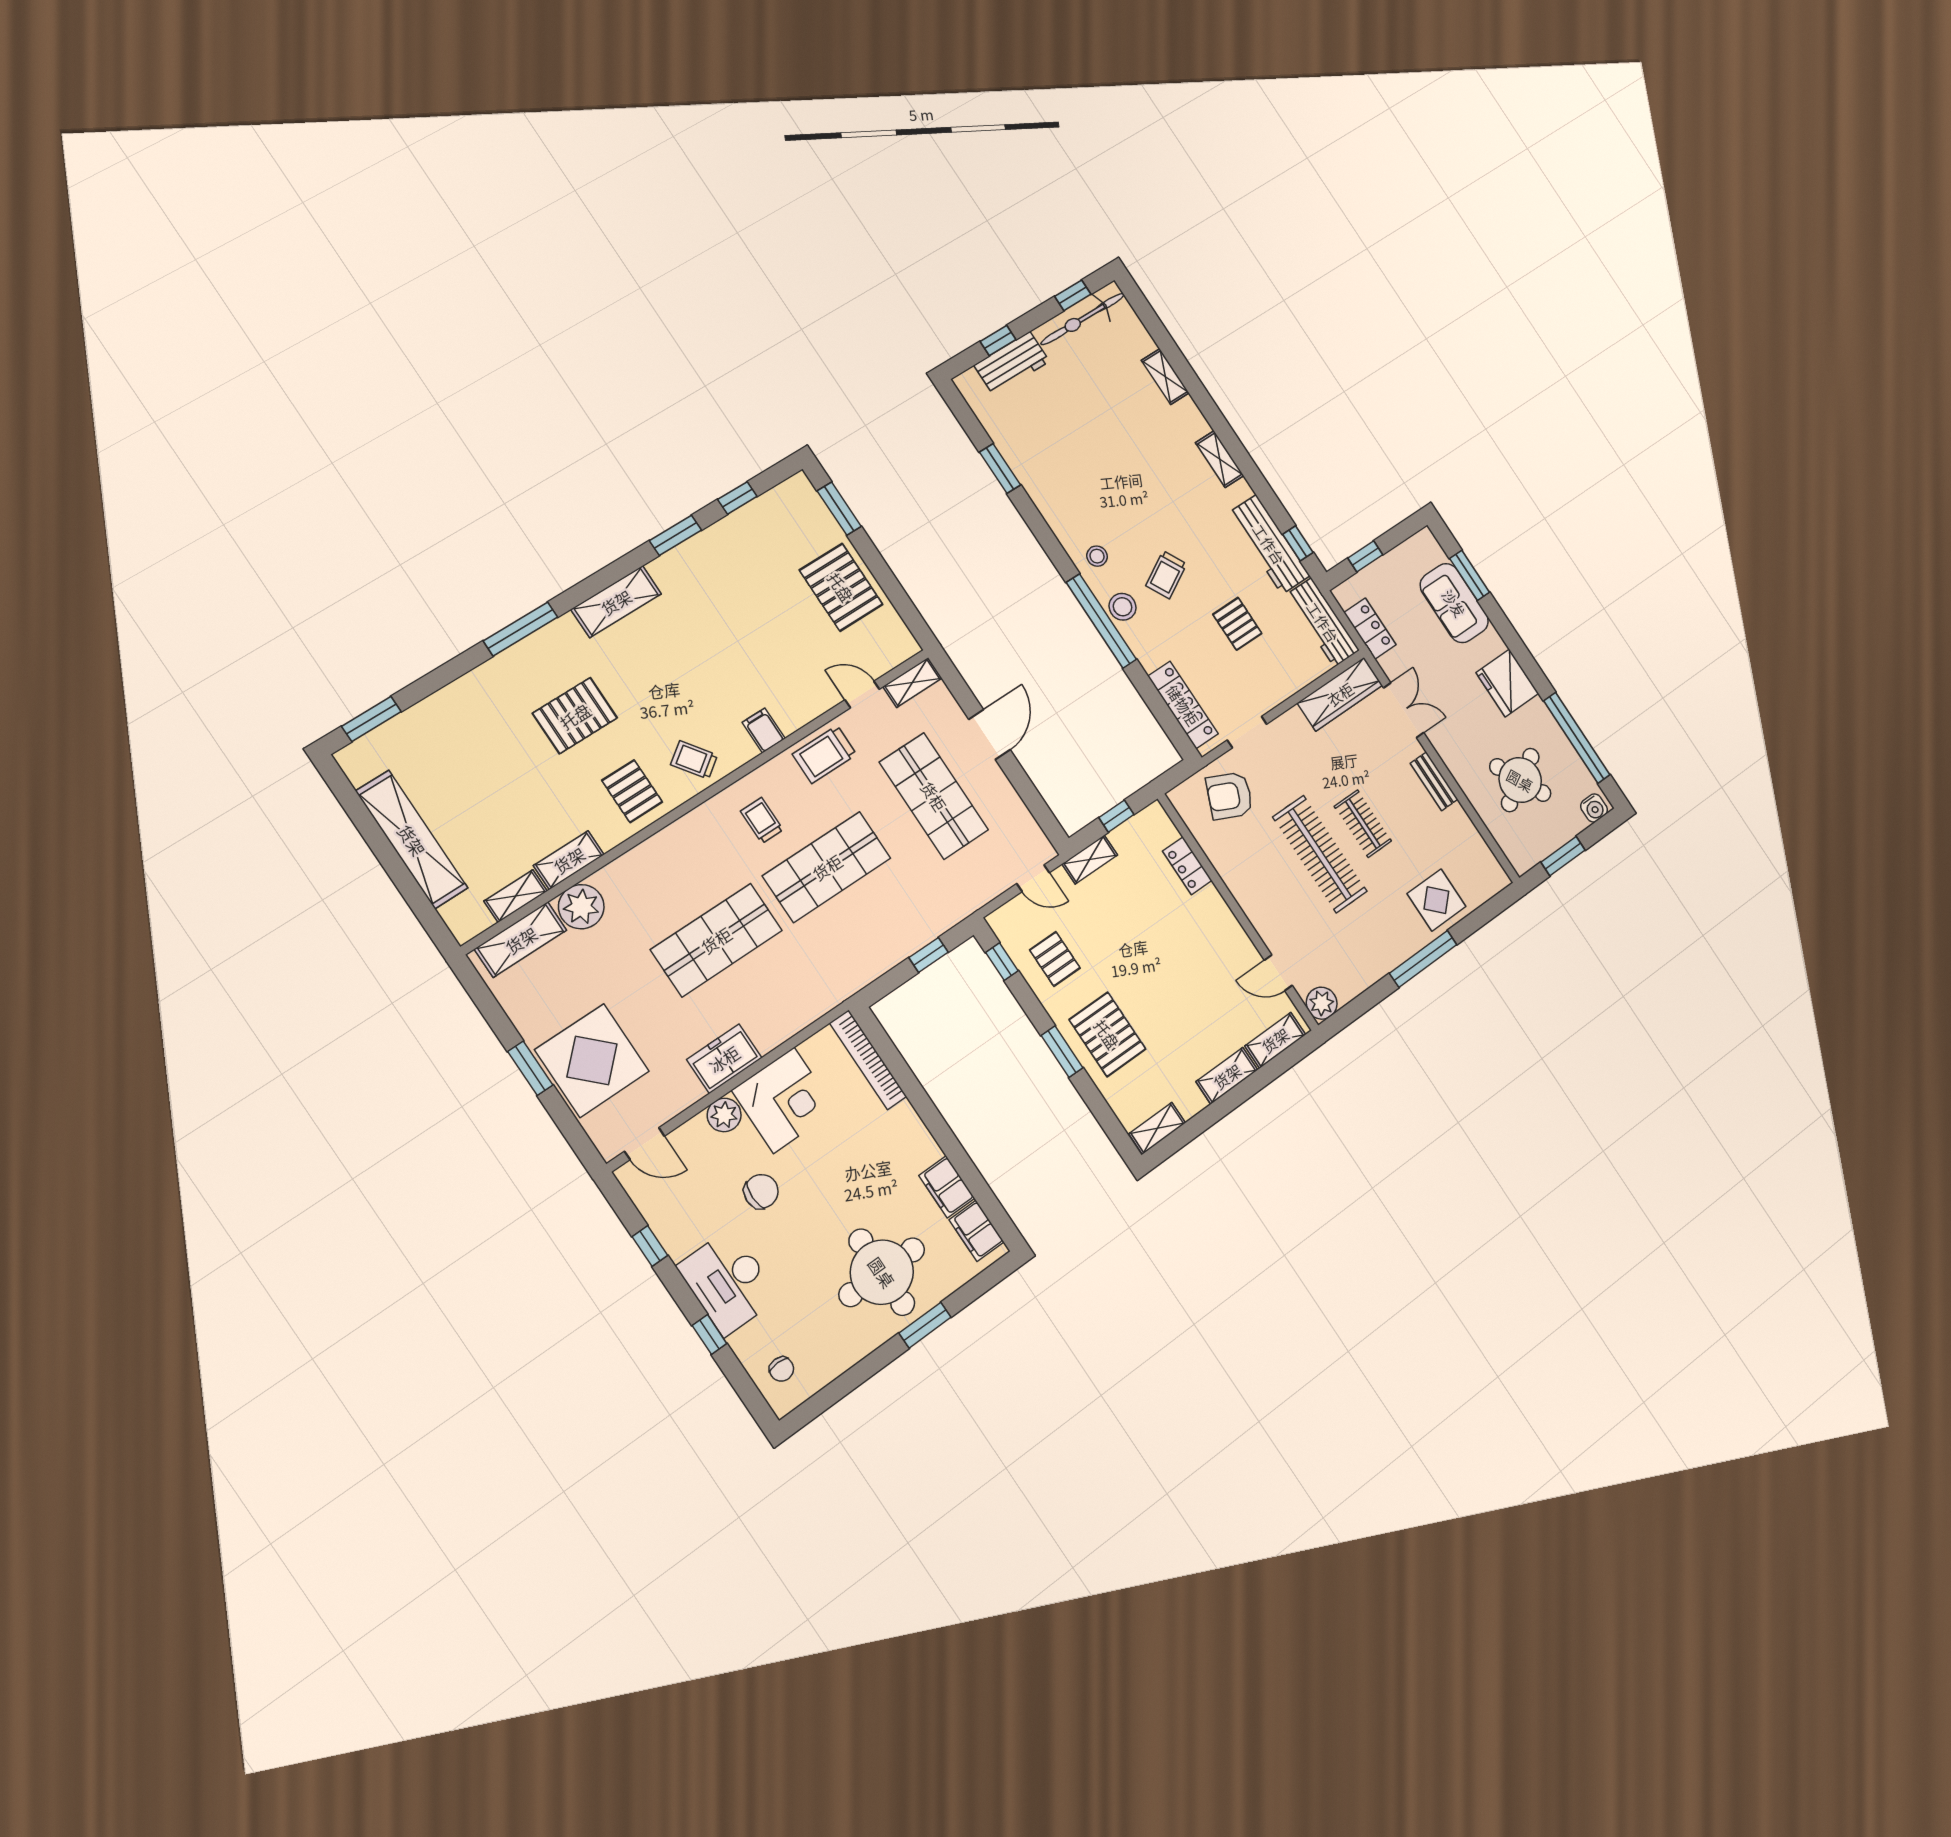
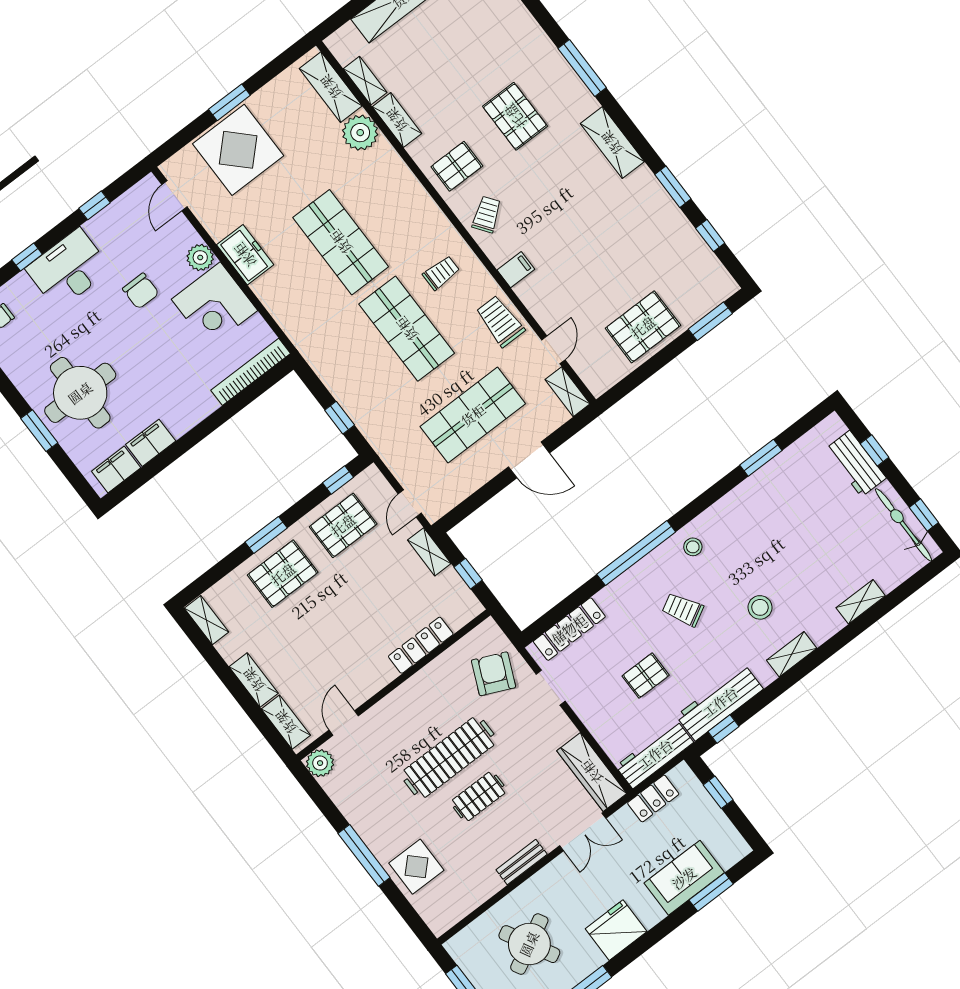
stool: (1123, 607) -> (760, 607), moved
locker: (1187, 866) -> (421, 645), width x1.53
pallet: (1055, 959) -> (343, 525), width x1.50, depth x1.42

